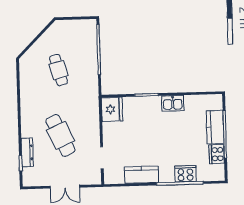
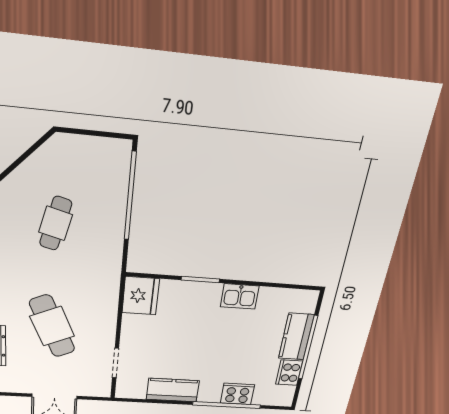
cafe table: (59, 70) -> (56, 223), turned 30

